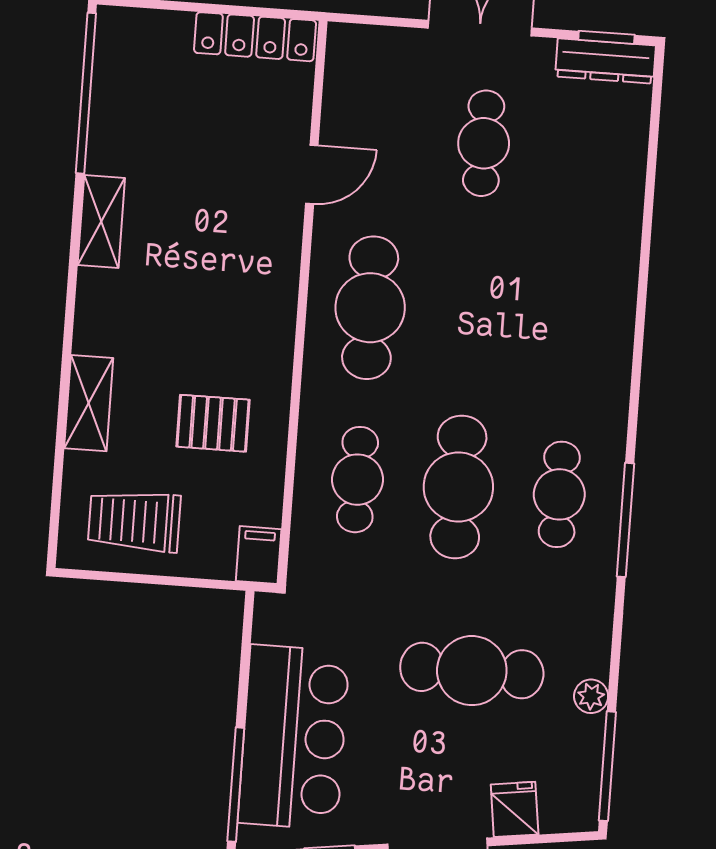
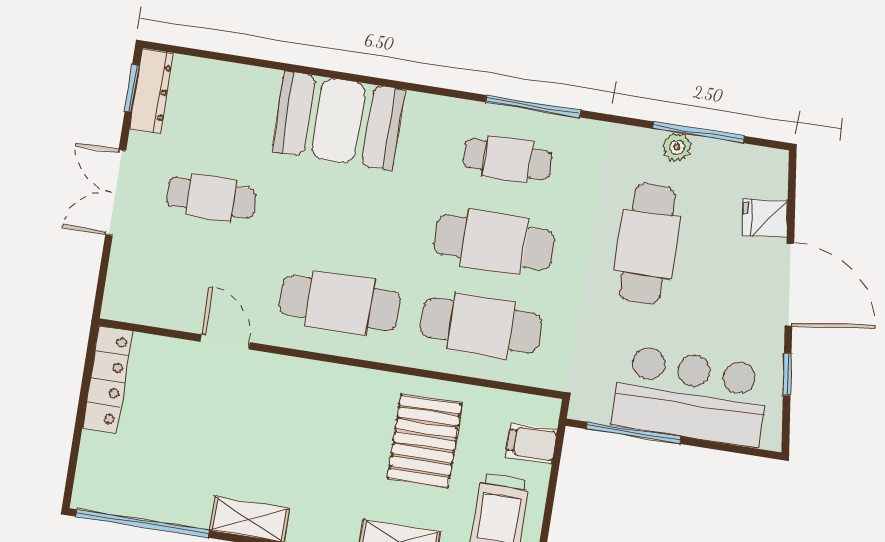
booth: (589, 288) -> (339, 121), added
pallet: (213, 423) -> (424, 441), width x1.50, depth x1.42
cafe table: (357, 480) -> (481, 325), width x1.37, depth x1.35
filing cabinet: (259, 555) -> (532, 443), moved
window: (607, 766) -> (699, 132), moved
window: (236, 785) -> (634, 433), moved

